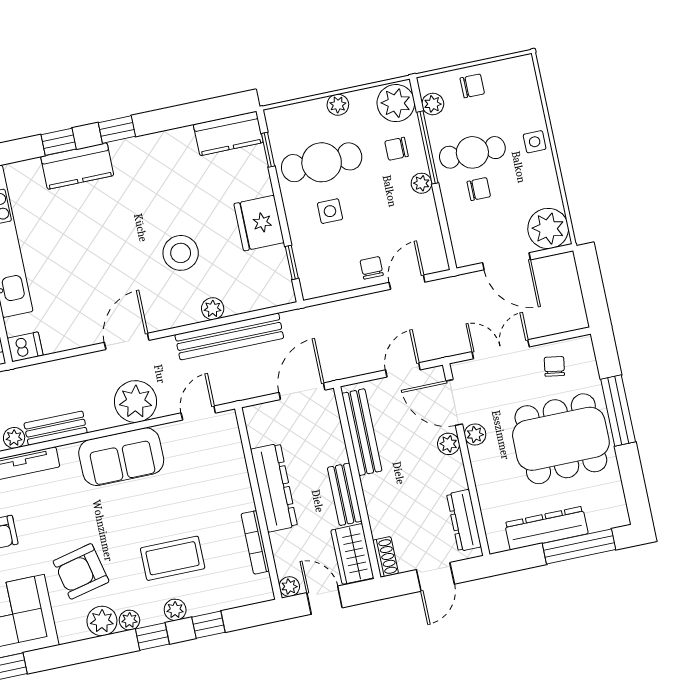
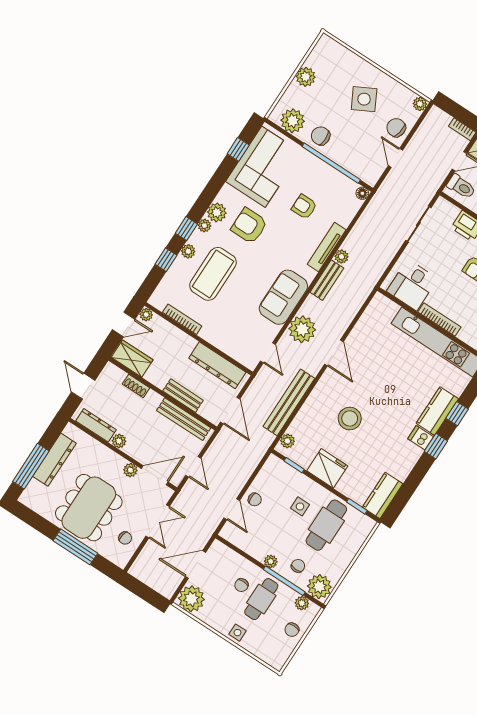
plant: (338, 105) -> (345, 559), removed
plant: (213, 309) -> (287, 441), moved
dishwasher: (25, 347) -> (421, 438), moved, turned 90
plant: (449, 444) -> (119, 441), moved
dresser: (274, 488) -> (217, 365), moved
bench: (345, 494) -> (183, 396), moved
shoe rack: (386, 557) -> (136, 386), moved
coffee table: (173, 558) -> (213, 274), width x1.36, depth x1.32
armchair: (81, 571) -> (249, 226), turned -77

